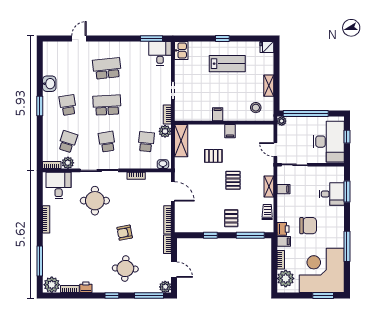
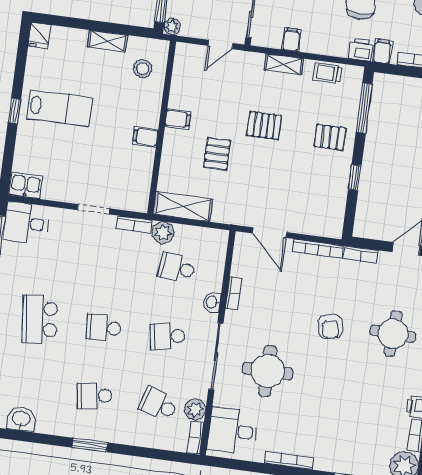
lab bench: (227, 64) -> (59, 108), turned 90
washbasin: (49, 84) -> (21, 419), moved
school desk: (107, 105) -> (104, 328), width x0.54
washbasin: (163, 164) -> (212, 302), moved
door: (173, 191) -> (270, 233), swing flipped

